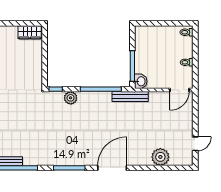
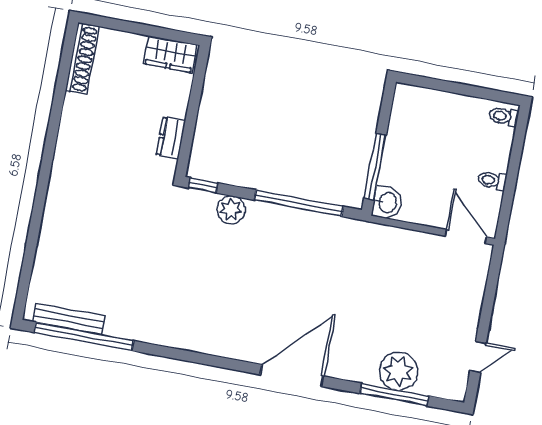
dresser: (37, 70) -> (171, 138), added
door: (179, 90) -> (466, 236), swing flipped
bench: (130, 96) -> (358, 230), removed
window: (69, 168) -> (394, 395), moved

